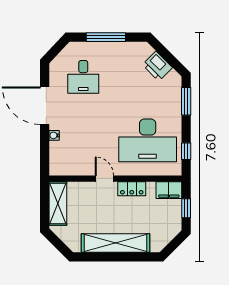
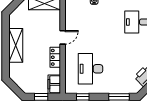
desk: (148, 140) -> (91, 69), width x0.73, depth x0.77
shelving: (116, 243) -> (16, 45), width x0.68

